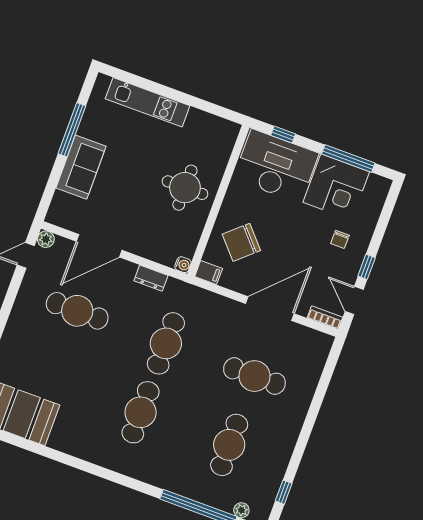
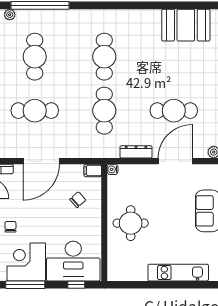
chair: (241, 242) -> (78, 200), width x0.54, depth x0.54
dresser: (151, 278) -> (136, 152), width x1.44

